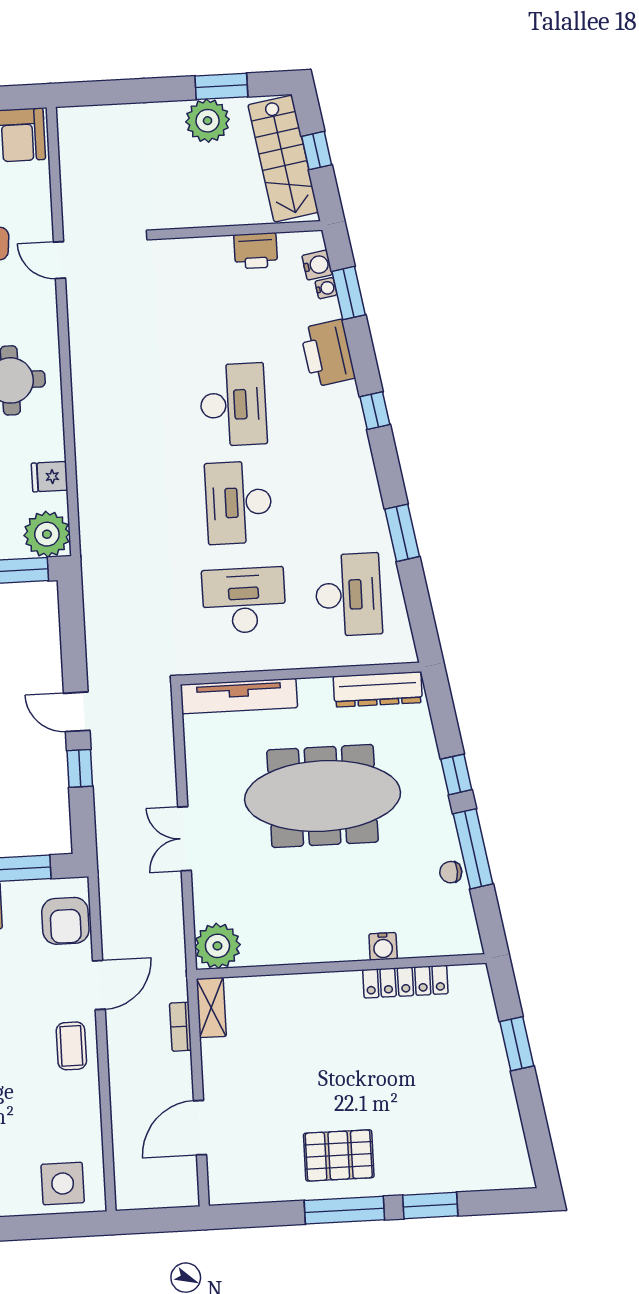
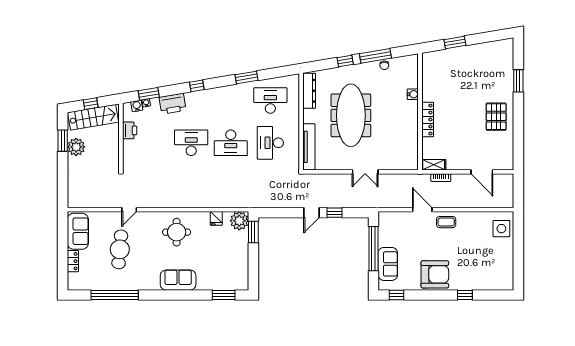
armchair: (65, 921) -> (396, 222), removed
plant: (217, 946) -> (409, 161), removed
locker: (405, 982) -> (428, 120), moved
window: (344, 1210) -> (518, 116), removed

